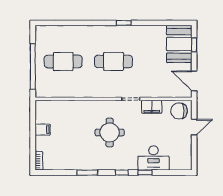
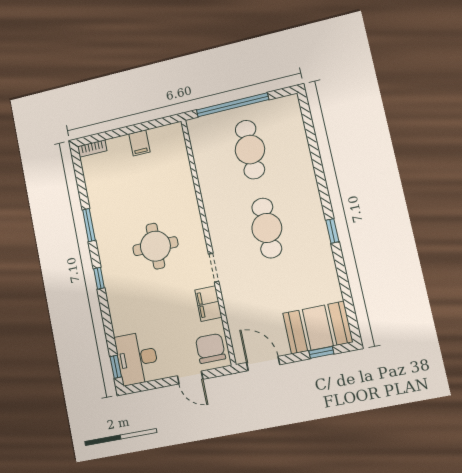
door: (194, 81) -> (263, 364), hinge flipped
desk: (154, 158) -> (137, 358), moved
window: (145, 173) -> (116, 367), moved

